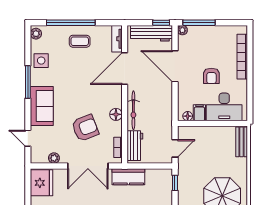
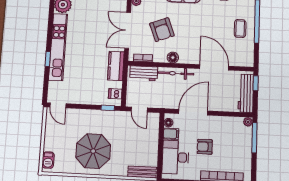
window: (161, 23) -> (256, 83), moved
tv unit: (117, 39) -> (242, 62), removed
door: (175, 66) -> (193, 112), moved
dishwasher: (159, 176) -> (115, 94), added

